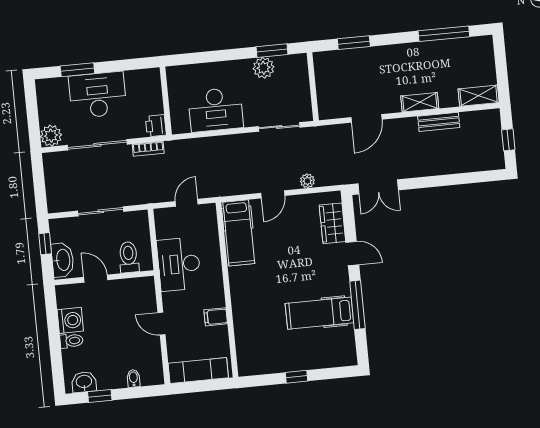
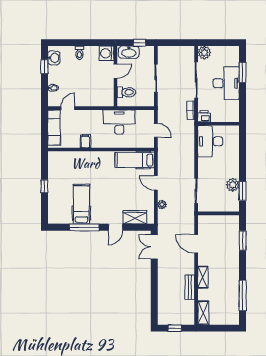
desk: (216, 110) -> (210, 141), moved
washing machine: (70, 320) -> (107, 53), moved, turned 90
door: (162, 324) -> (68, 108), moved

